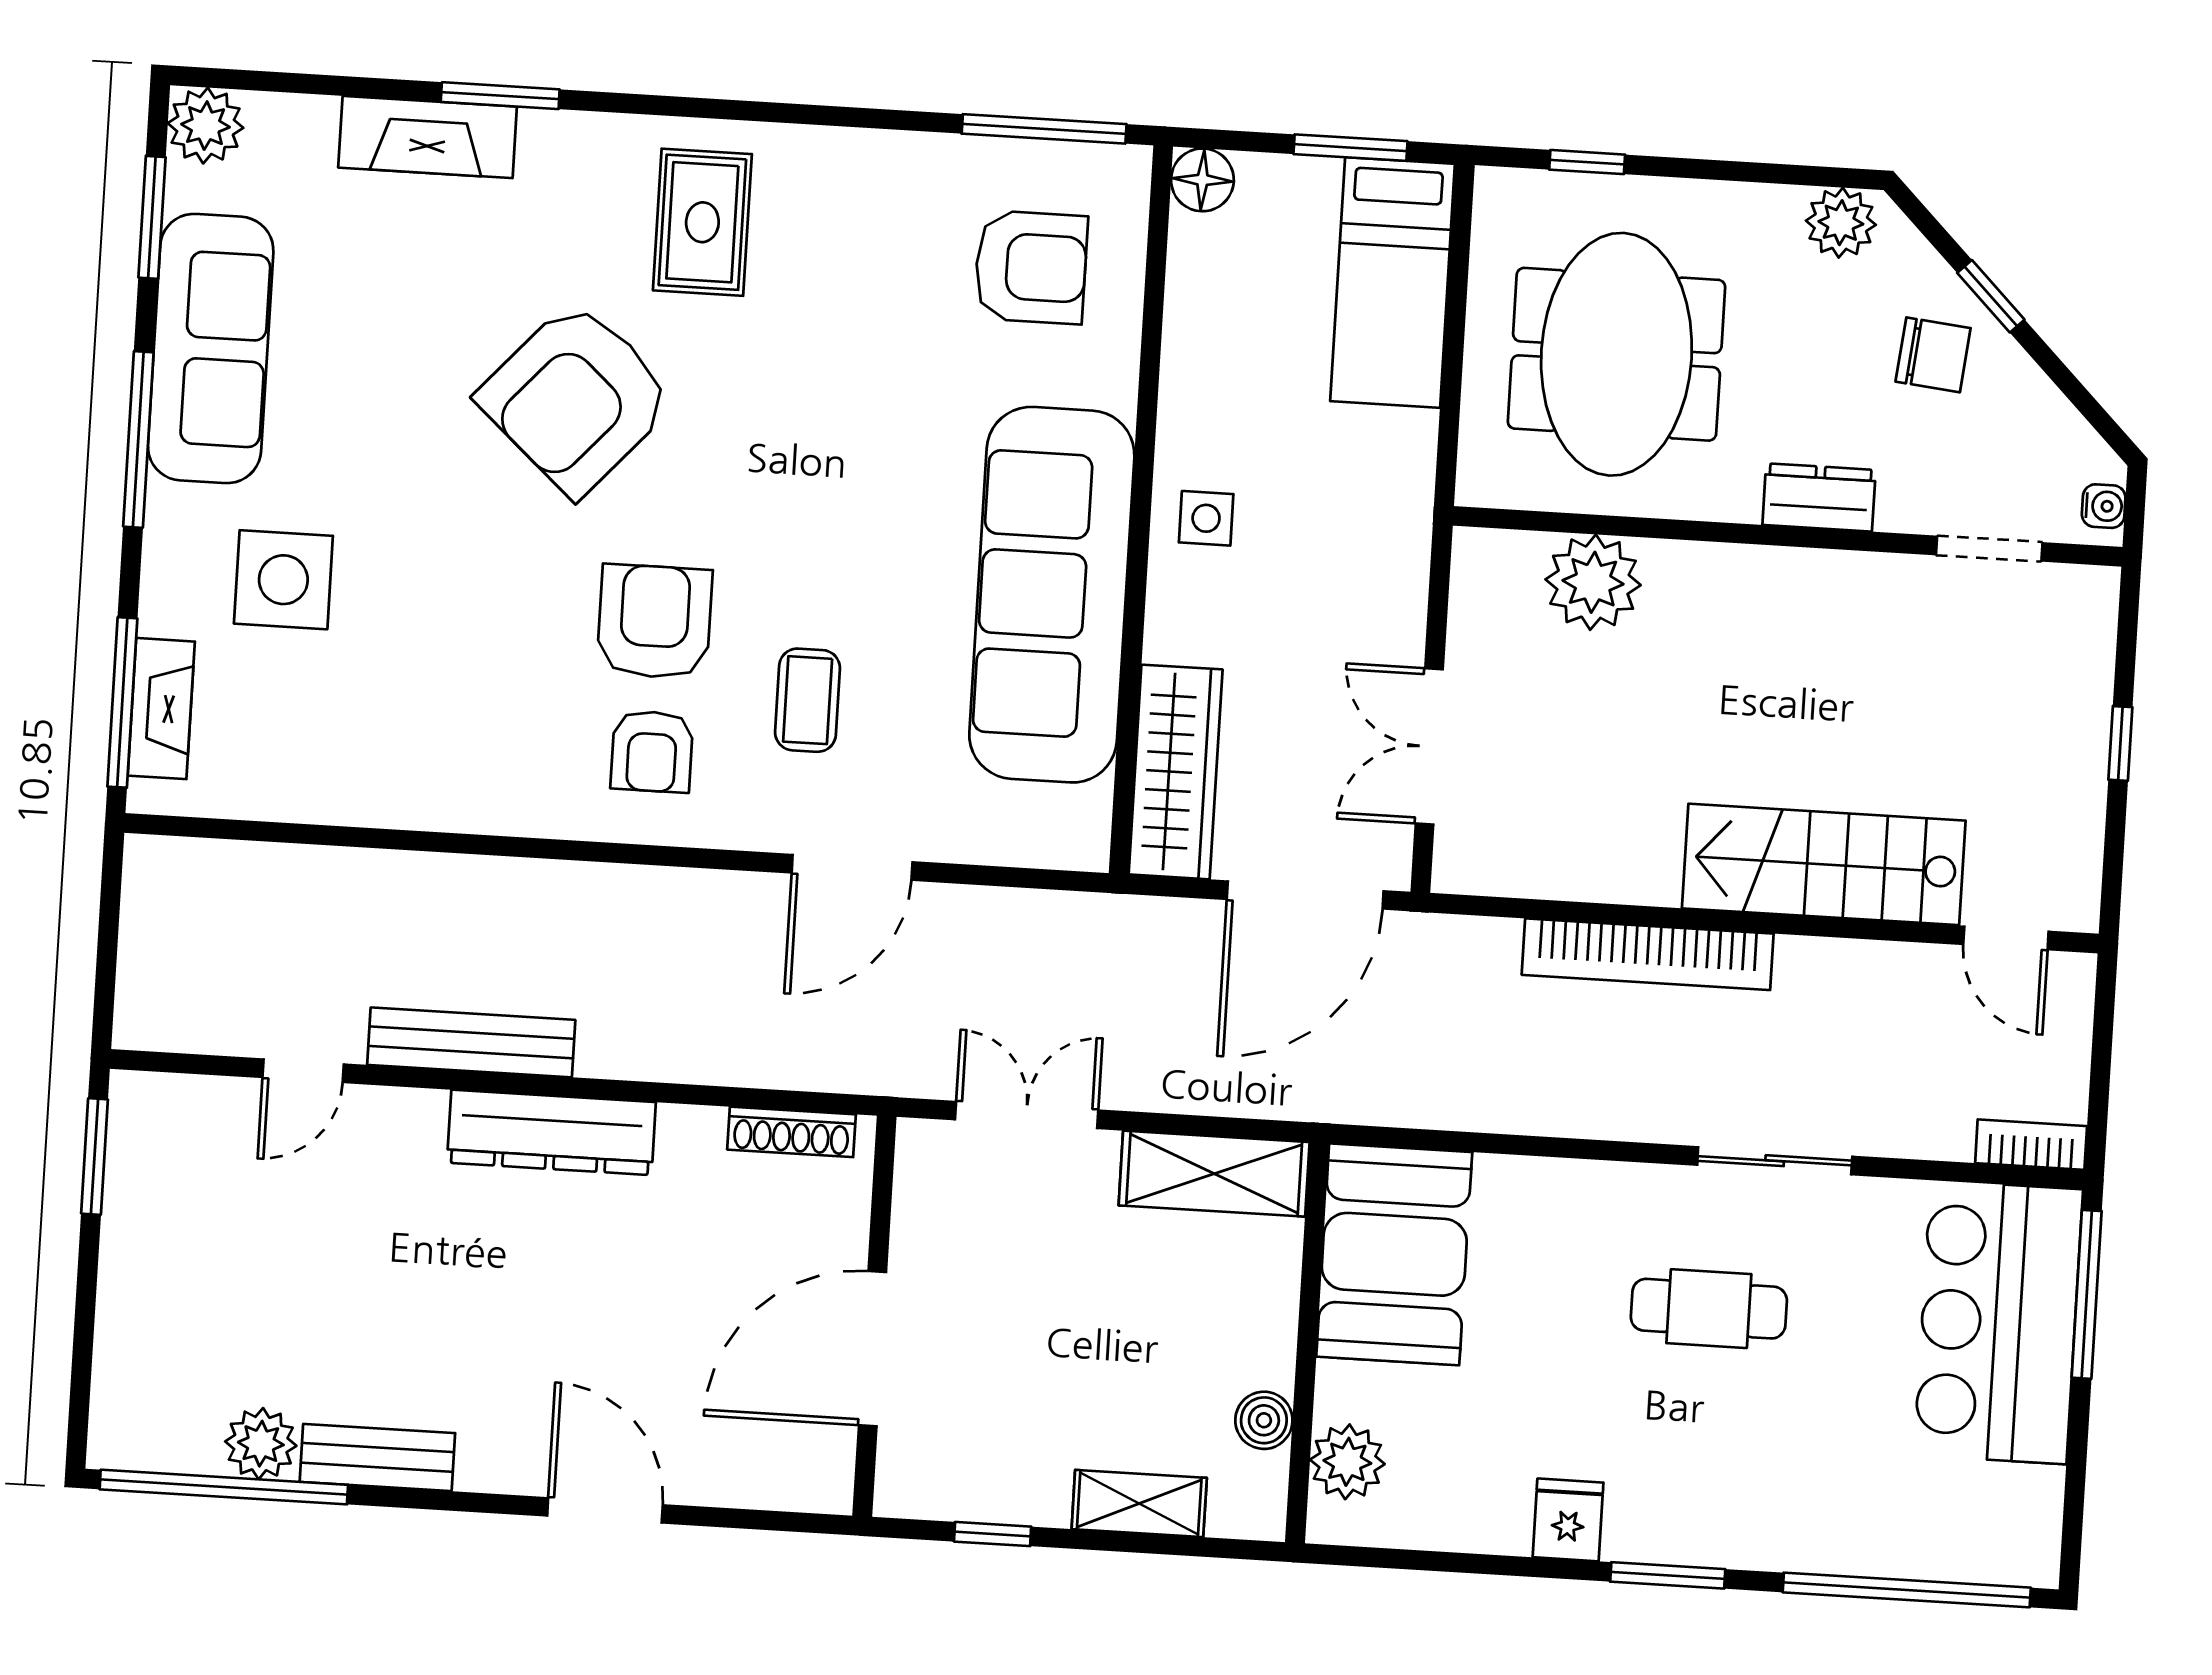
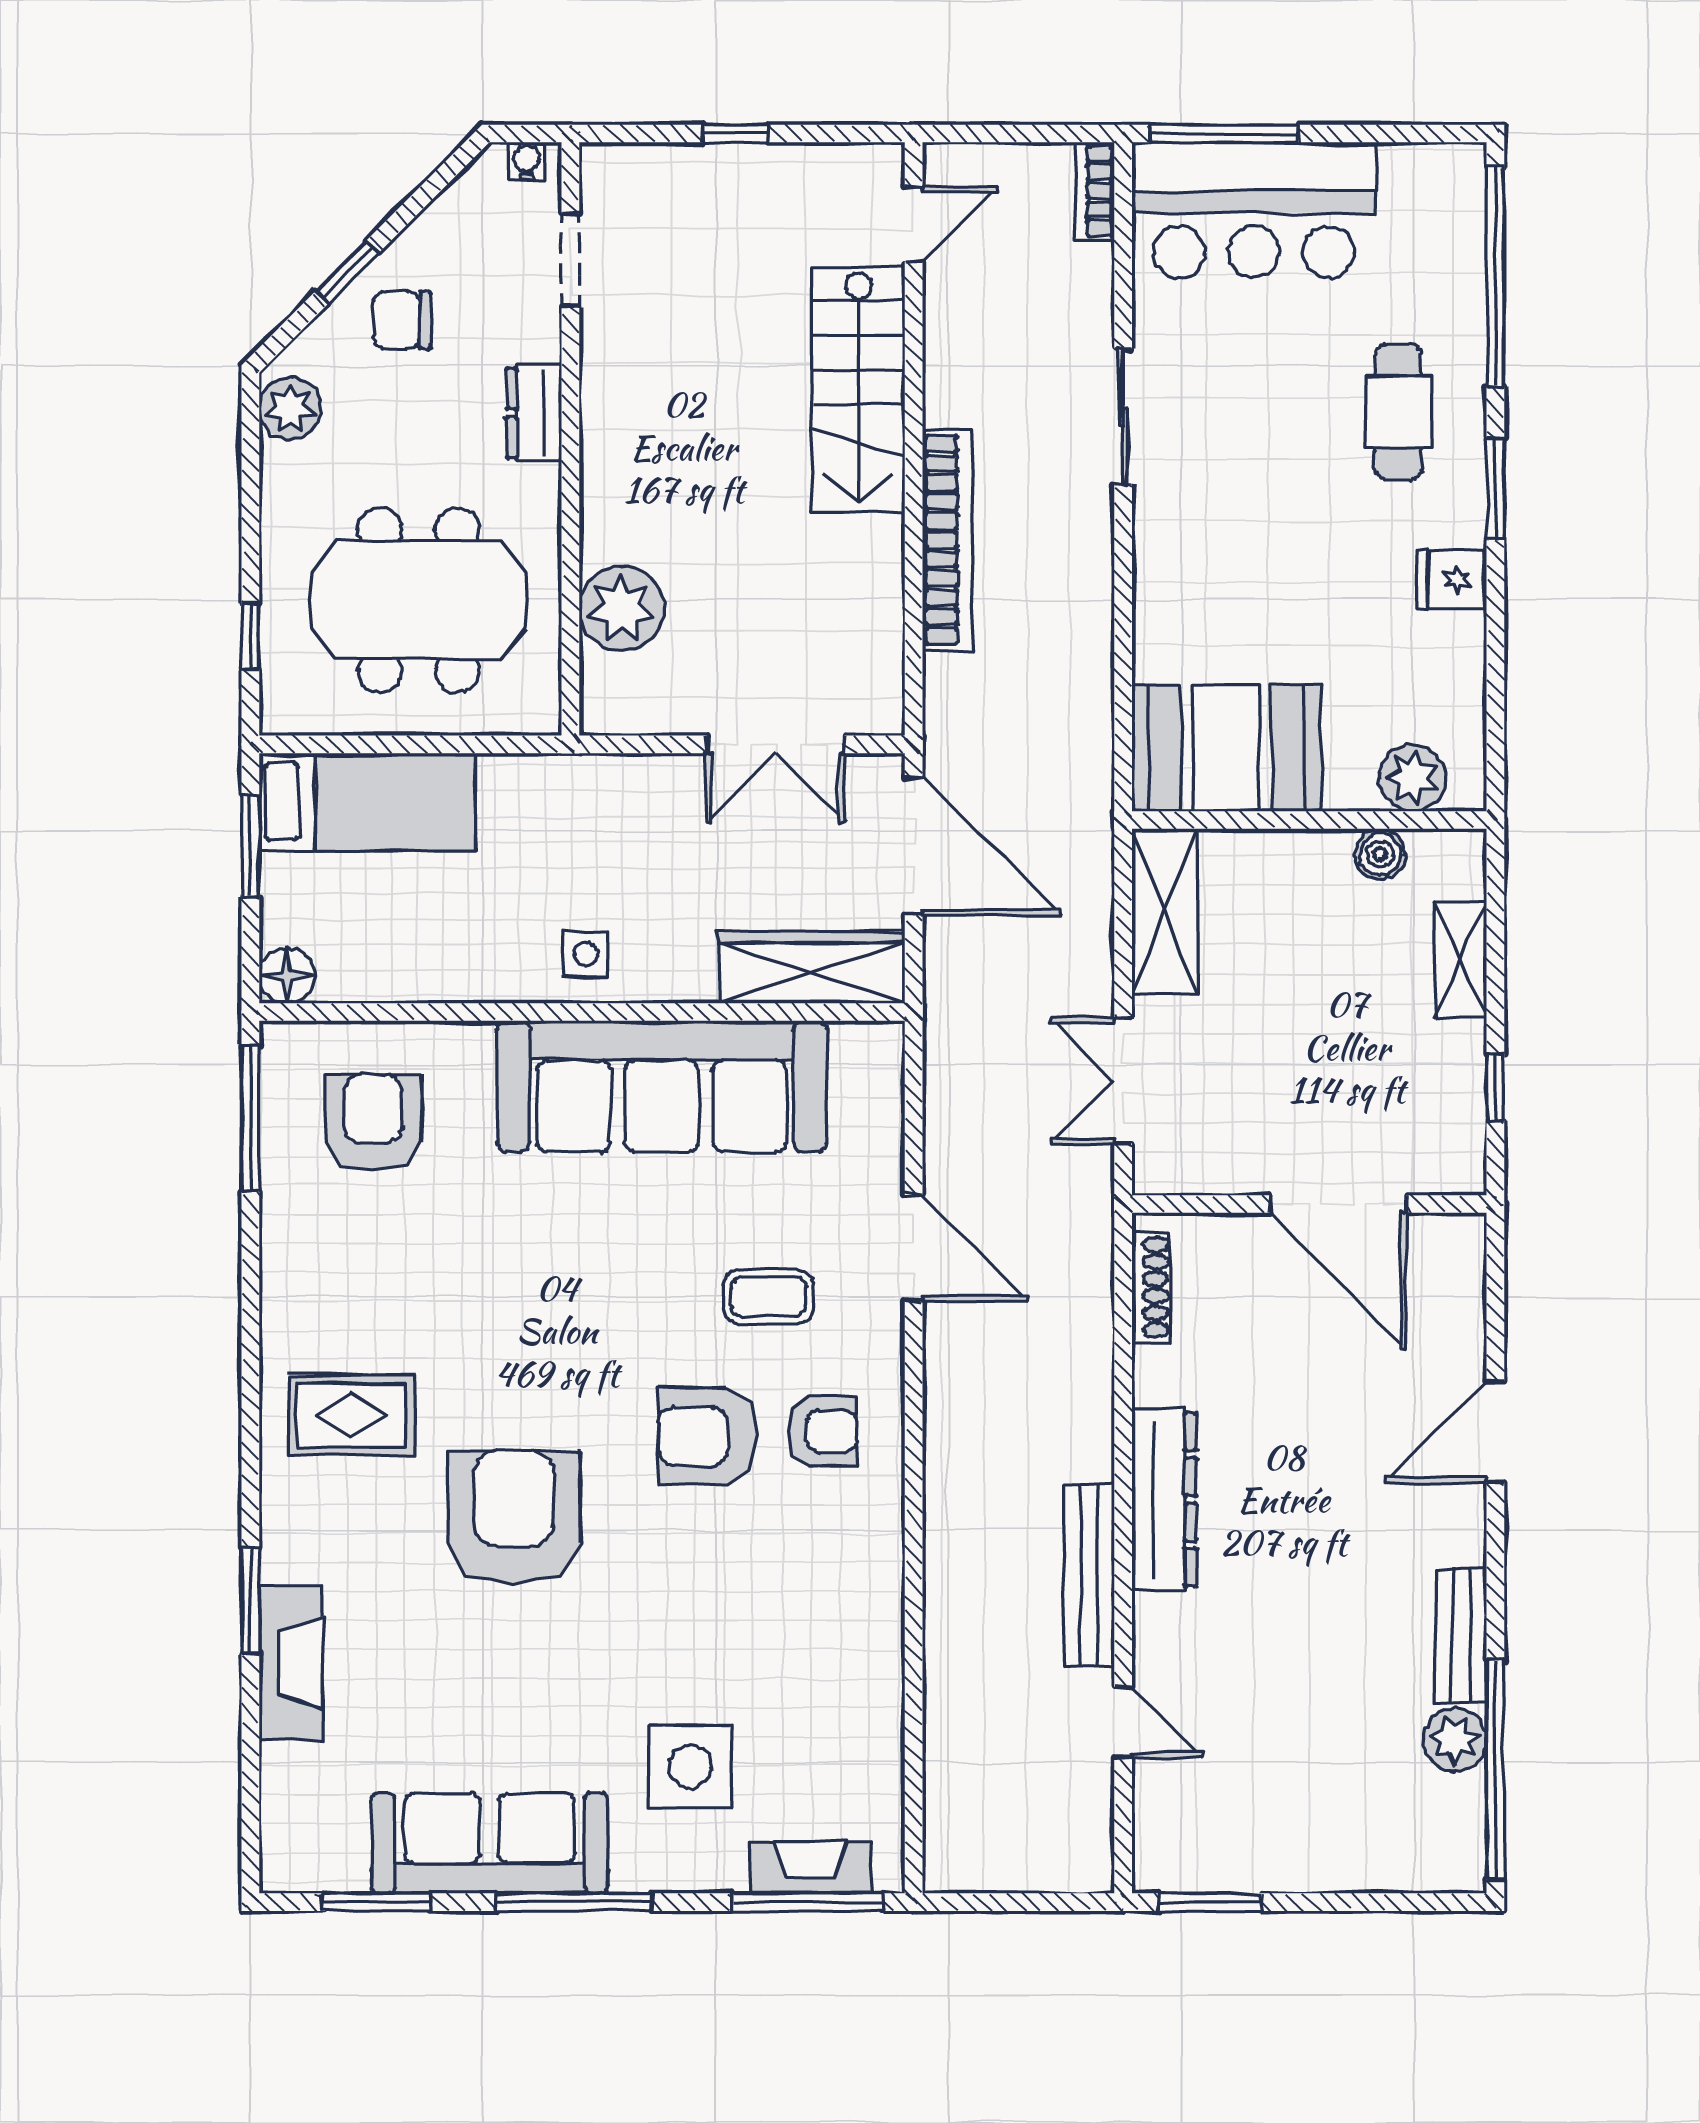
plant: (206, 126) -> (293, 1860), removed
chair: (1933, 355) -> (402, 320), turned -96
armchair: (576, 398) -> (514, 1517), turned -132
cafe table: (1709, 1309) -> (1398, 412), moved

